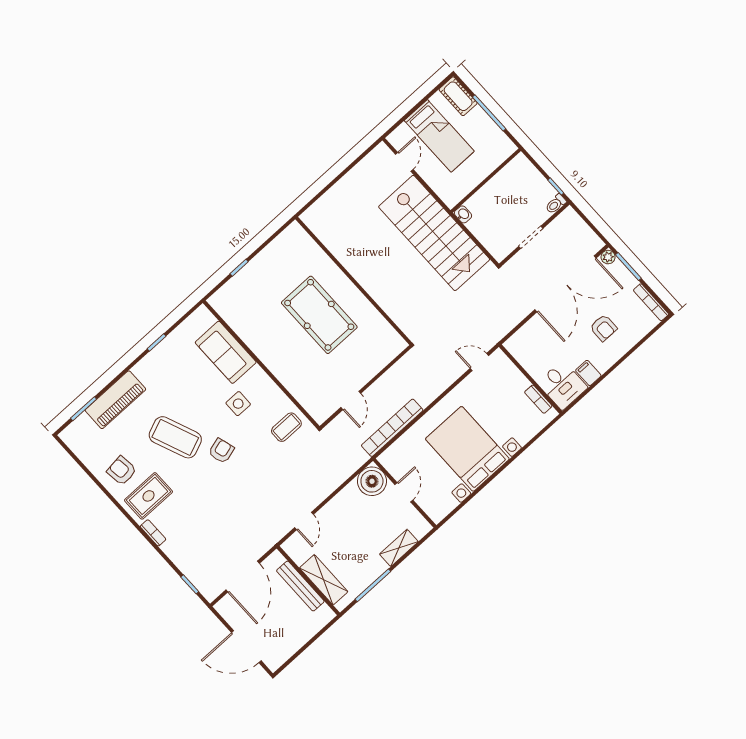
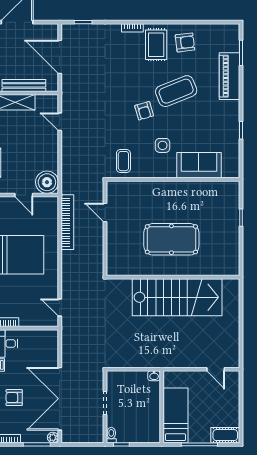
bed: (439, 136) -> (175, 415), moved, turned 90
stairs: (434, 233) -> (177, 297), moved, turned 180
door: (479, 362) -> (60, 307), swing flipped

